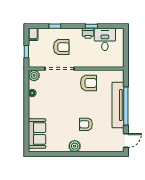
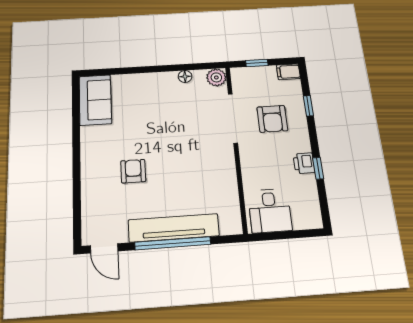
desk: (105, 39) -> (270, 211), moved, turned 90
armchair: (88, 83) -> (212, 170), removed
sofa: (37, 134) -> (95, 100), moved, turned -90
plant: (75, 146) -> (91, 154), removed

